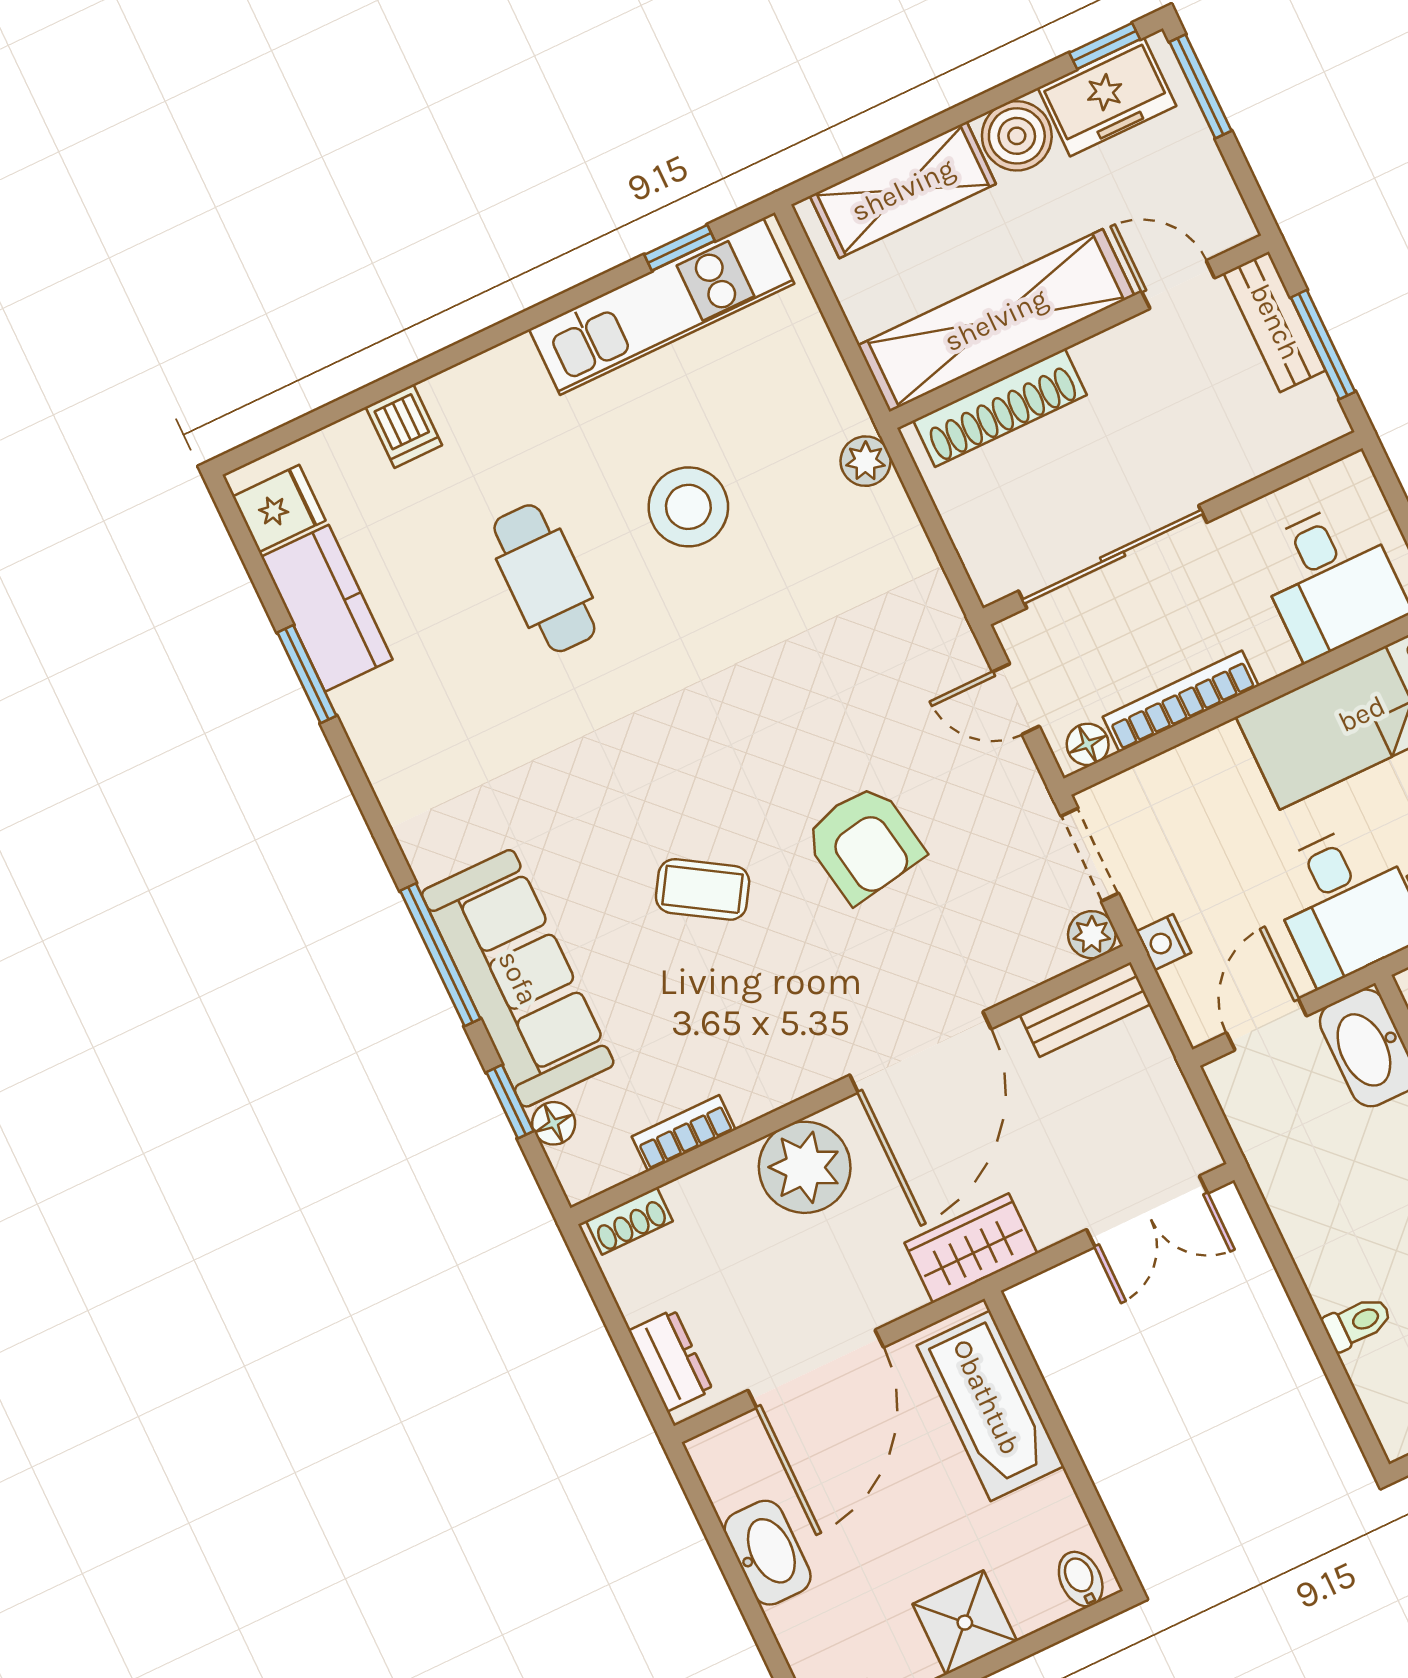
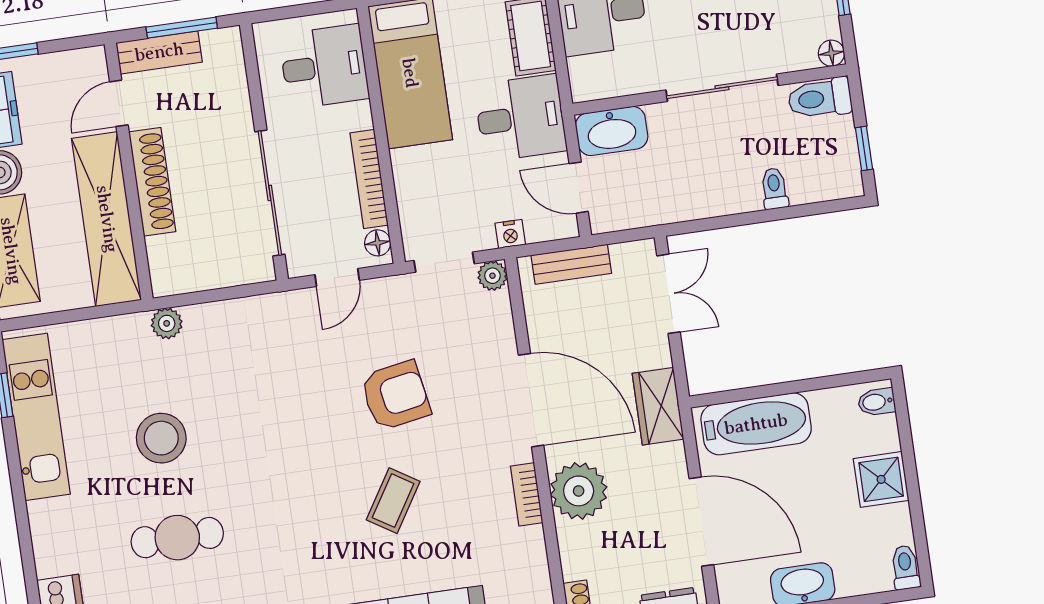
shoe rack: (1000, 408) -> (152, 182), moved
bench: (1085, 1009) -> (571, 264), moved, turned 90
bookcase: (684, 1133) -> (527, 494), moved

